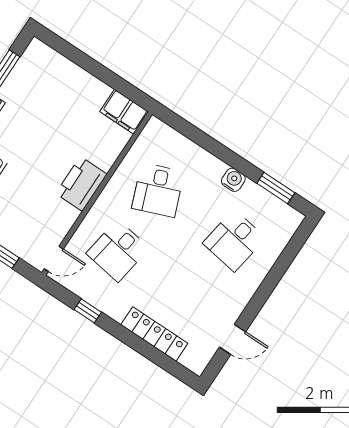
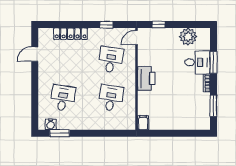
filing cabinet: (124, 112) -> (143, 123), width x0.50
water cooler: (233, 180) -> (51, 124), moved
desk: (158, 190) -> (111, 98), turned 30

